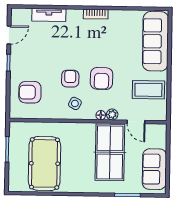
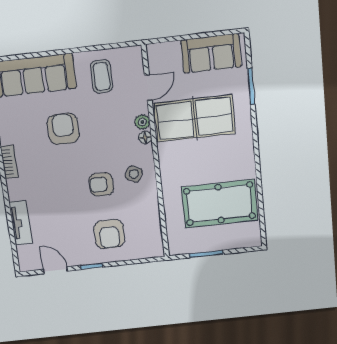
armchair: (102, 78) -> (63, 129), moved, turned -91
coffee table: (148, 90) -> (102, 76), width x0.73, depth x0.77
armchair: (30, 92) -> (109, 234), moved

